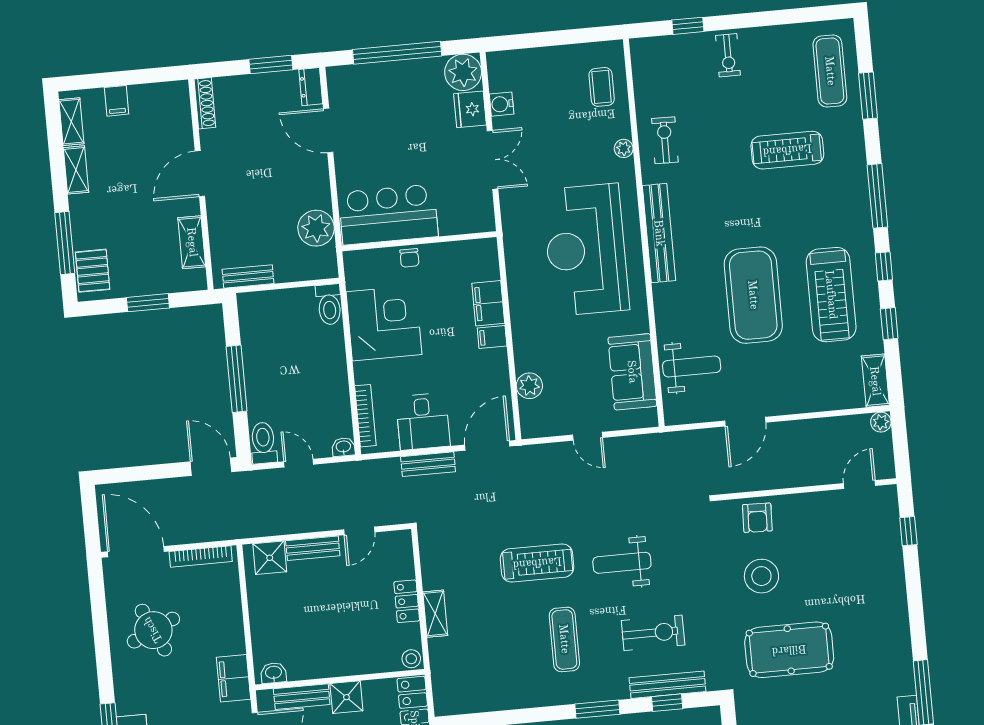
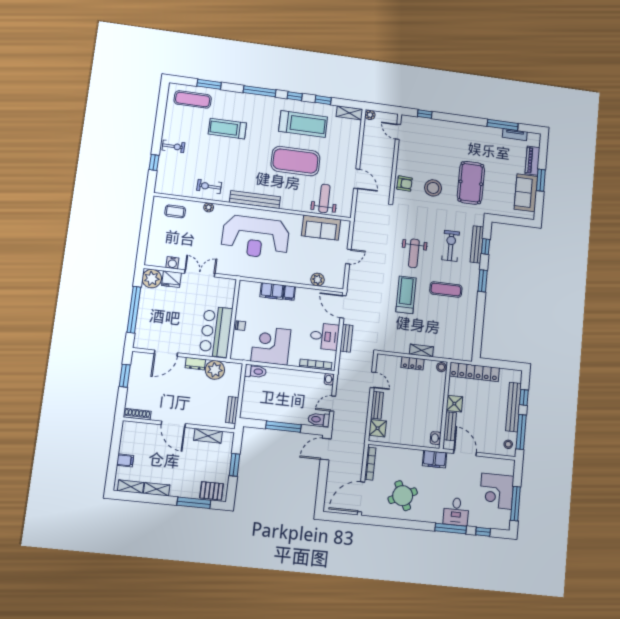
dresser: (311, 87) -> (195, 364), moved
treadmill: (787, 150) -> (227, 129), turned 90

